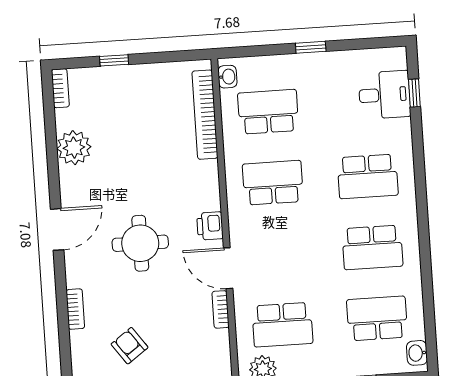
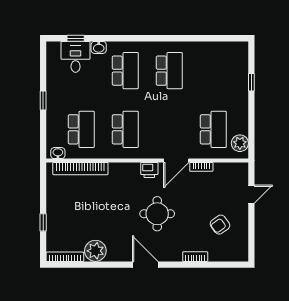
bookcase: (60, 88) -> (65, 257), width x1.56
school desk: (268, 112) -> (81, 129), turned 180
school desk: (273, 183) -> (125, 129), turned 180
school desk: (377, 318) -> (213, 71), removed
washbasin: (417, 353) -> (99, 47), moved

